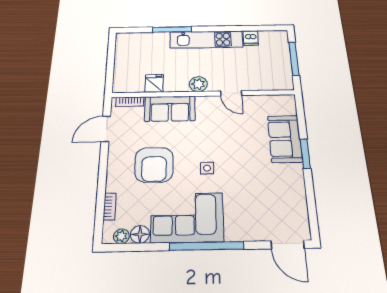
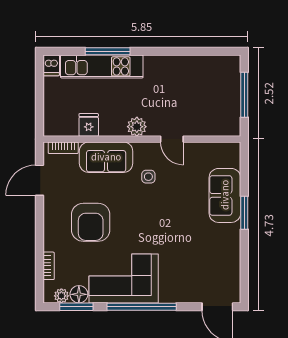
dishwasher: (251, 38) -> (51, 65), moved
kitchen unit: (206, 40) -> (102, 66), moved
side table: (207, 168) -> (148, 177), moved
window: (137, 247) -> (76, 307), added

